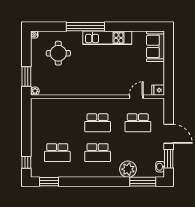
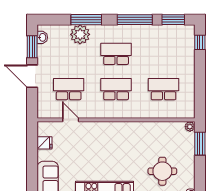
fridge: (158, 90) -> (45, 143), moved
door: (136, 97) -> (71, 120), swing flipped
school desk: (57, 153) -> (164, 89), moved
window: (82, 182) -> (135, 20), added
window: (143, 182) -> (86, 20), moved

